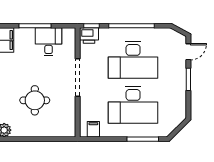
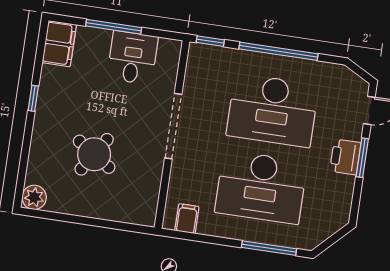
printer: (89, 35) -> (345, 157), moved, turned 90
round table: (35, 100) -> (94, 154), turned 33

